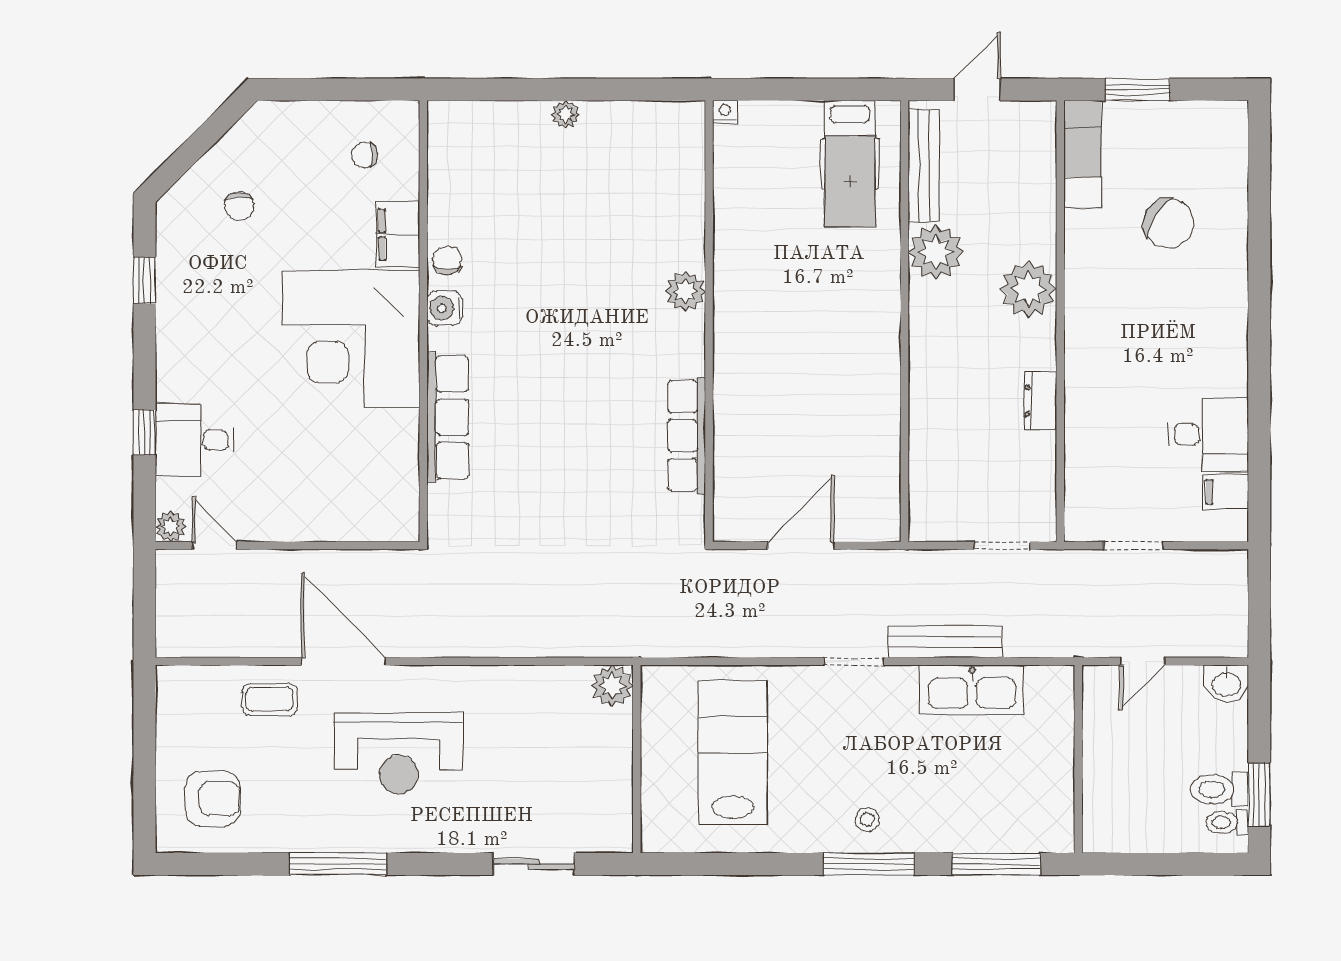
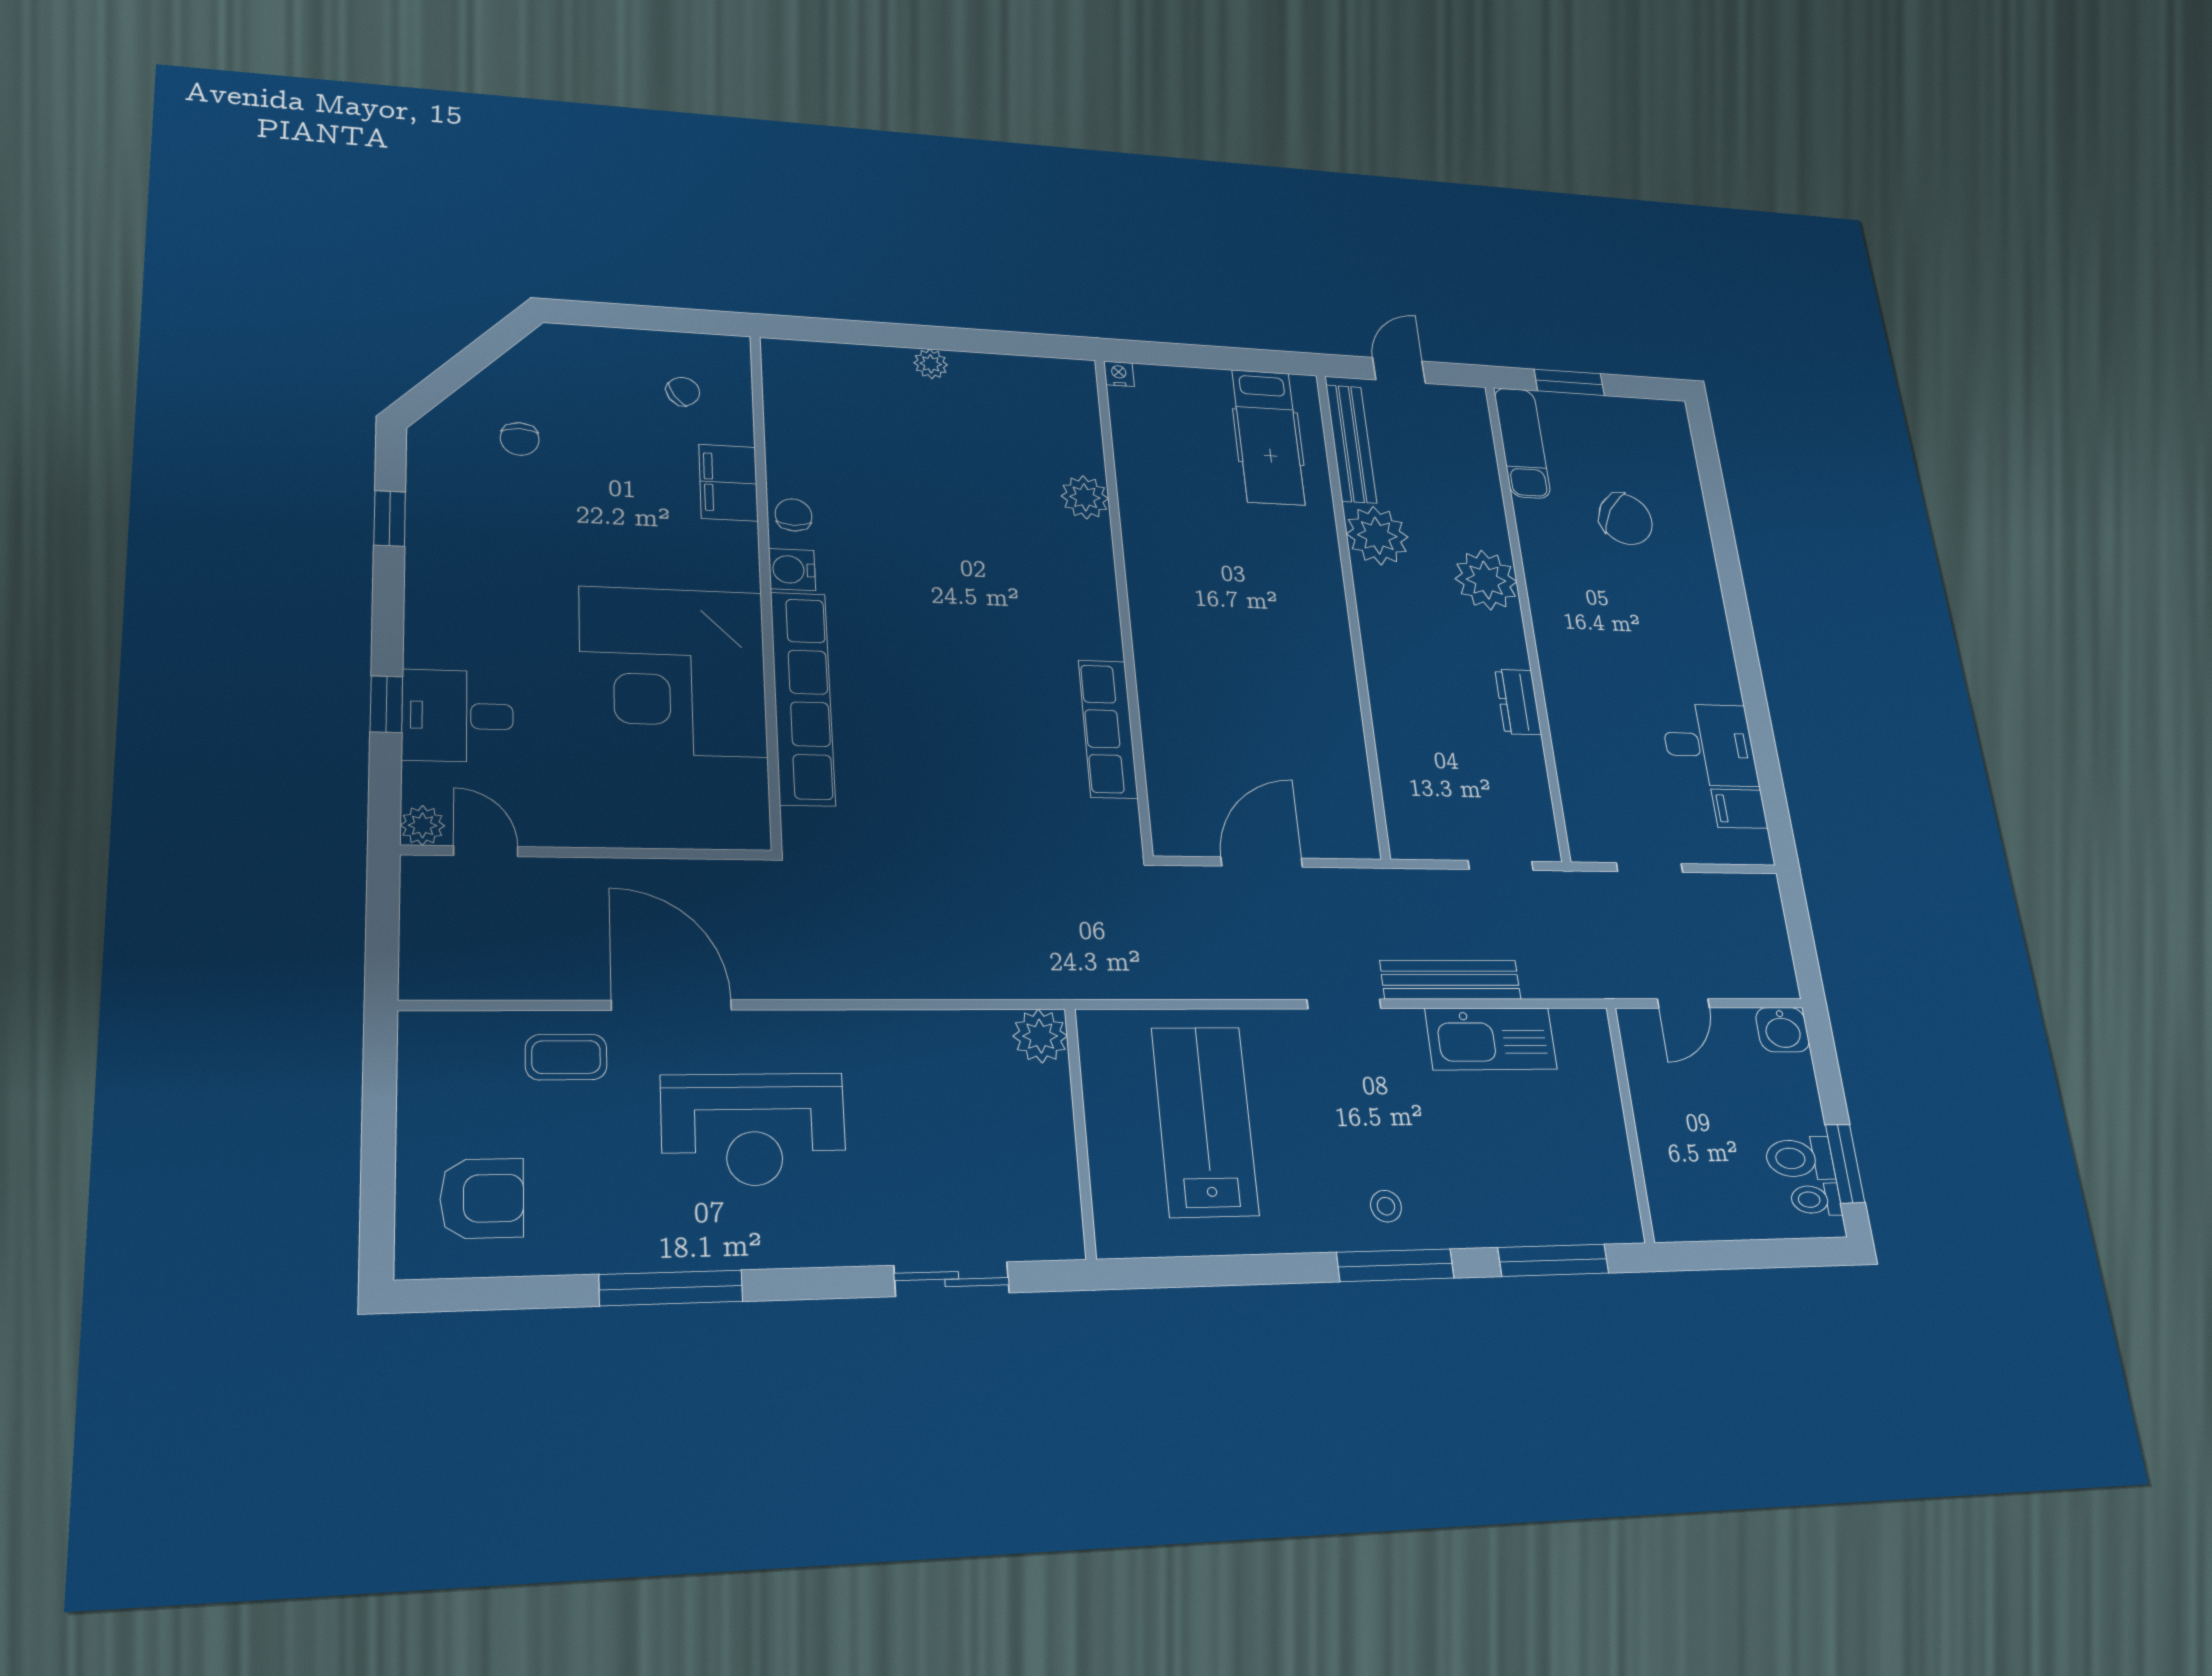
chair: (365, 155) -> (683, 391), turned 146
plant: (685, 291) -> (1085, 497), moved
corner desk: (351, 339) -> (673, 671), moved
row of seats: (448, 417) -> (803, 698), width x1.36

